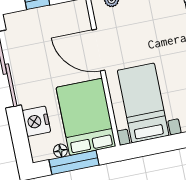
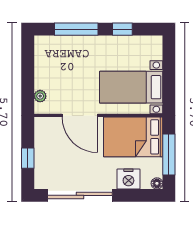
door: (98, 50) -> (80, 115), hinge flipped
floor lamp: (60, 151) -> (157, 183), moved

